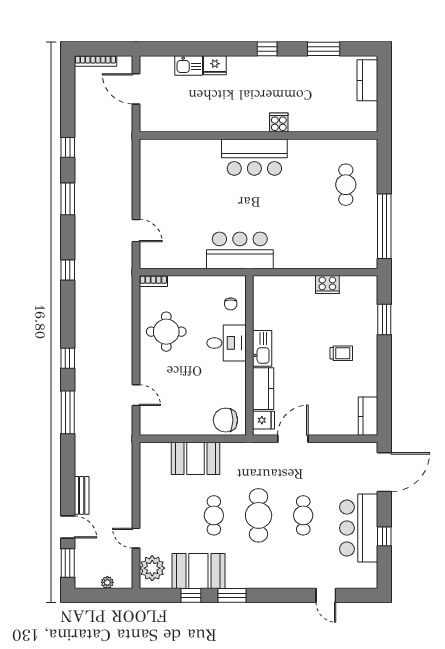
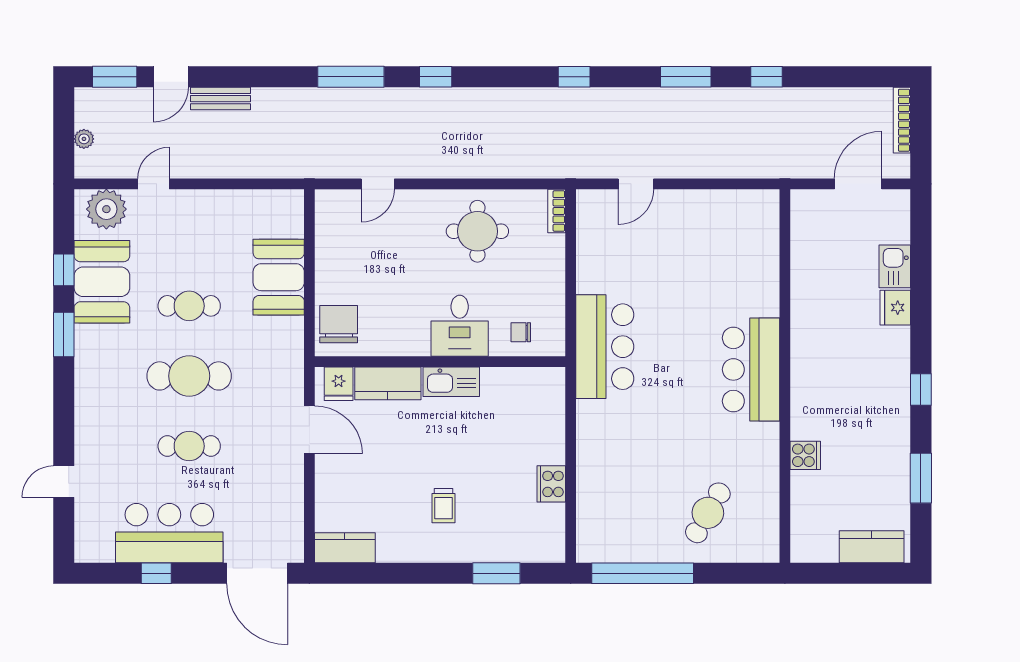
cooker: (279, 123) -> (805, 455), moved
cafe table: (346, 185) -> (708, 513), turned -60

